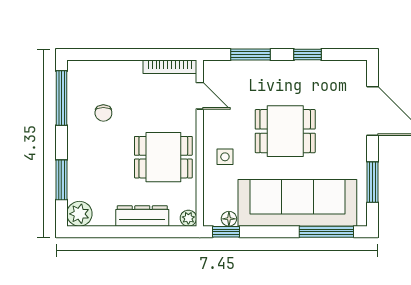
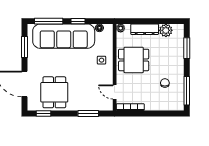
window: (308, 55) -> (43, 113), moved
dining table: (285, 131) -> (54, 92), moved, turned 90
plant: (79, 214) -> (166, 30), moved
window: (226, 232) -> (78, 21), moved

